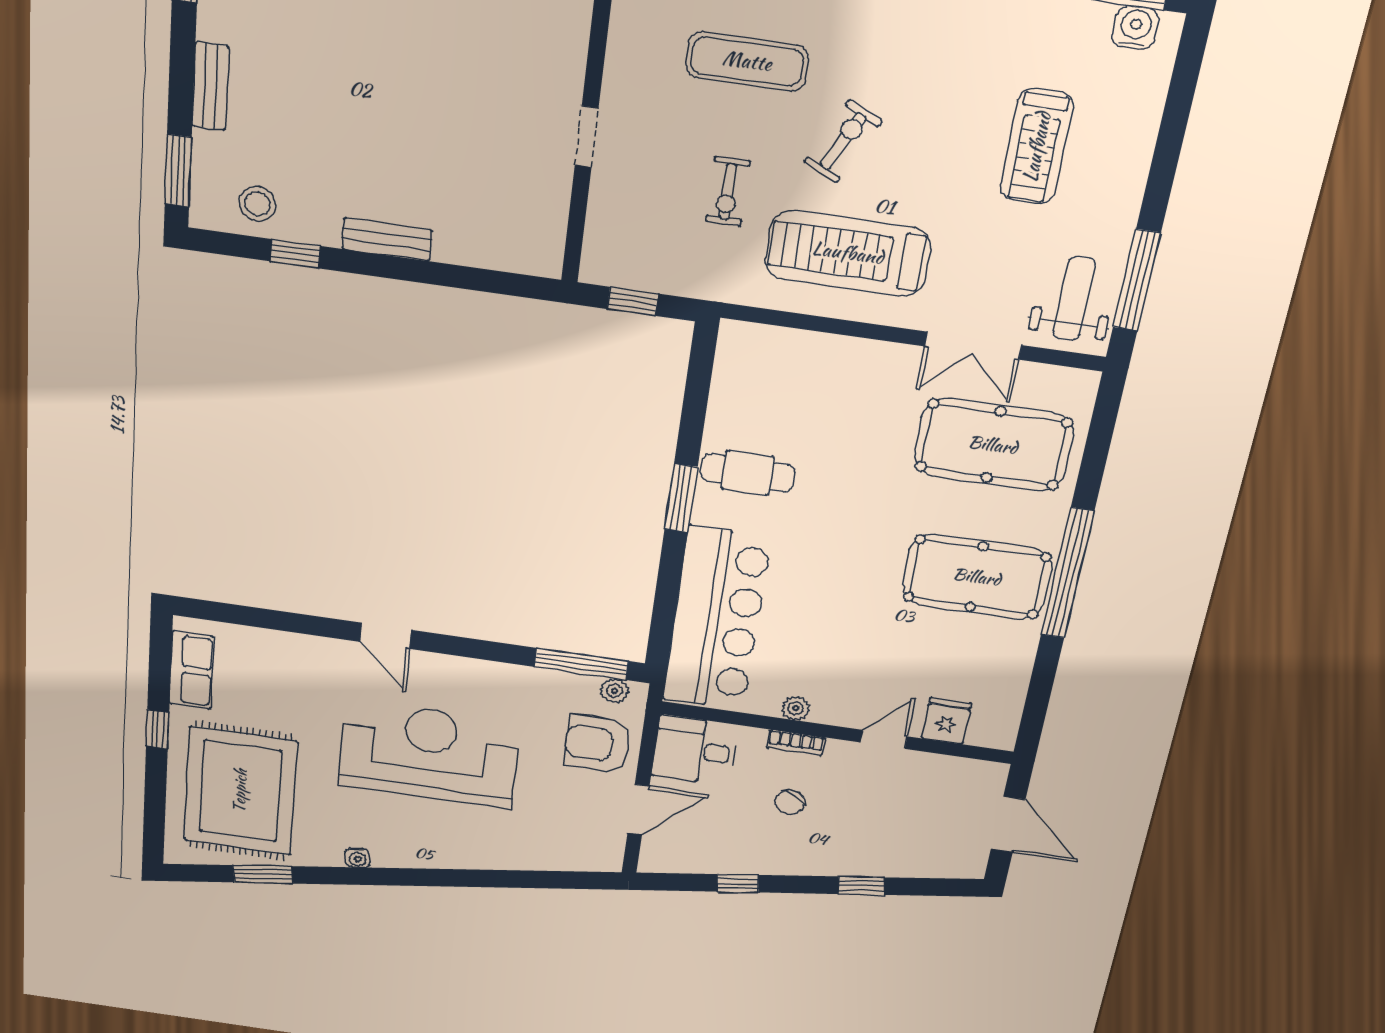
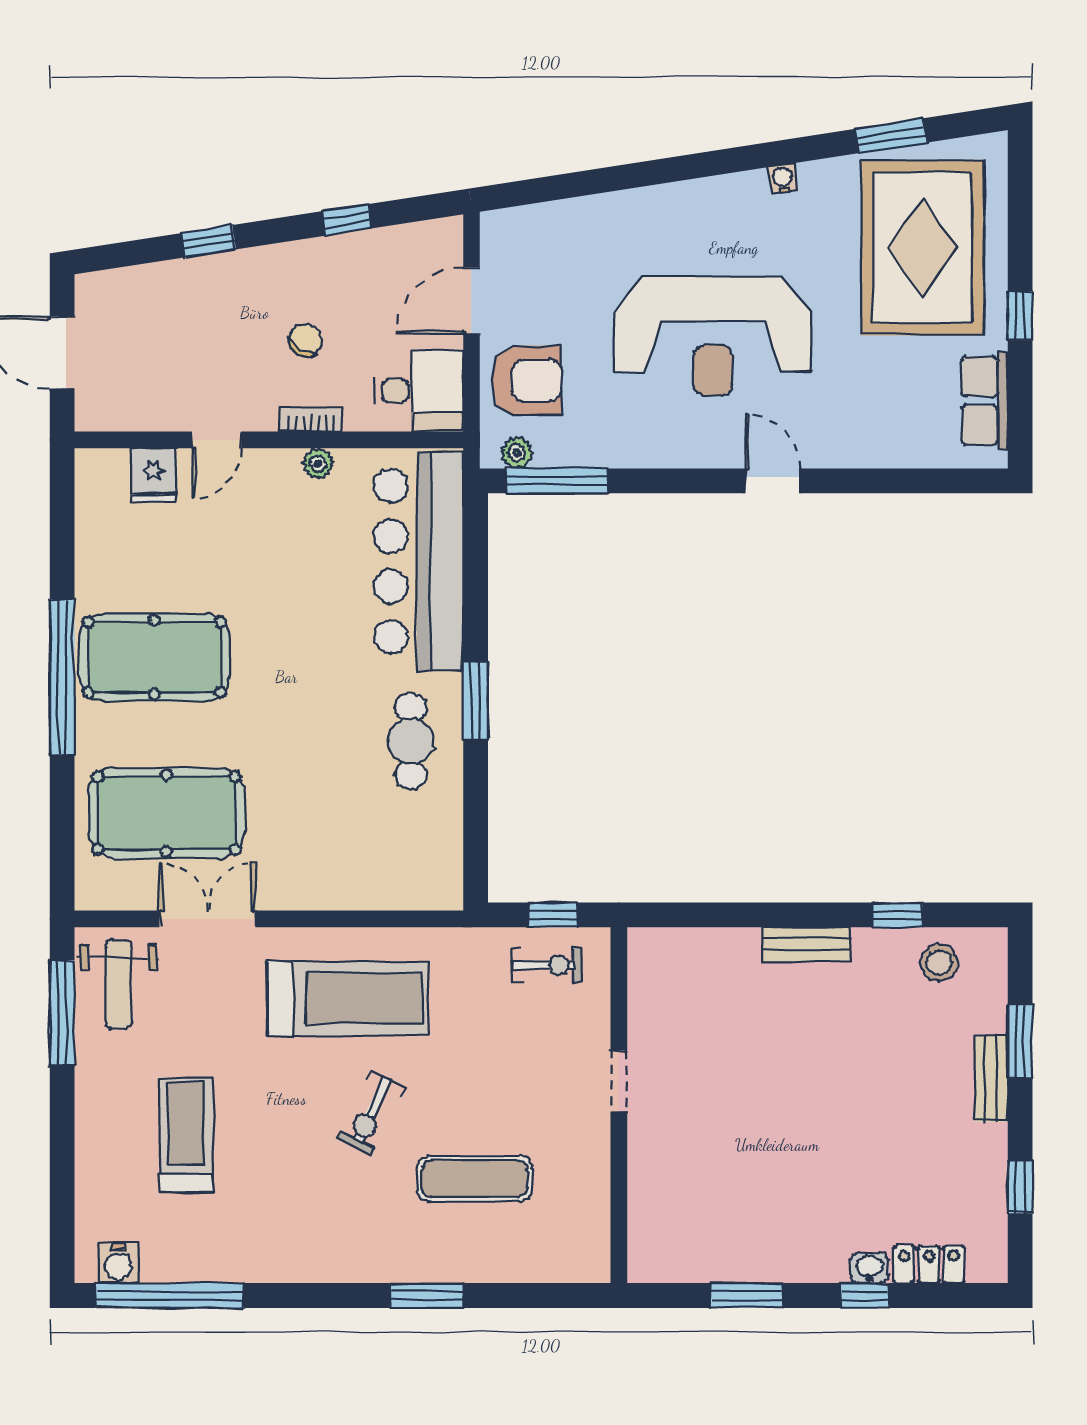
window: (178, 171) -> (1020, 1041), moved
exercise bike: (728, 191) -> (547, 965), moved, turned 90
cafe table: (748, 473) -> (411, 741), turned 90

